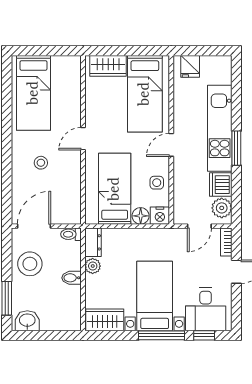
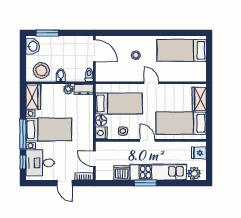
plant: (222, 208) -> (194, 173), moved
stool: (30, 264) -> (41, 70), moved

